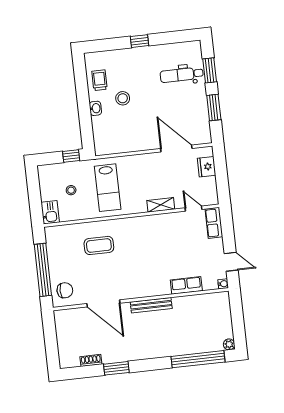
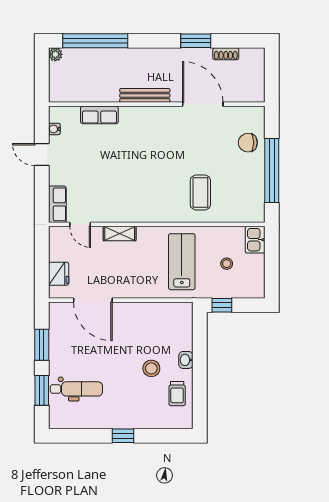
coffee table: (99, 245) -> (200, 193), turned 90
row of seats: (186, 285) -> (99, 115), moved
wall: (141, 299) -> (157, 104), moved
door: (103, 303) -> (203, 104), moved
bench: (151, 305) -> (145, 95), moved

